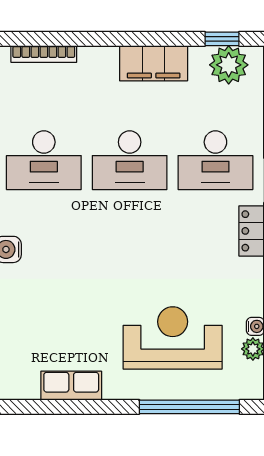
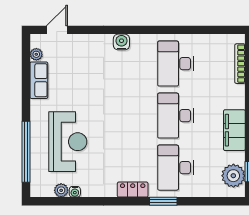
plant: (28, 390) -> (36, 54), added

